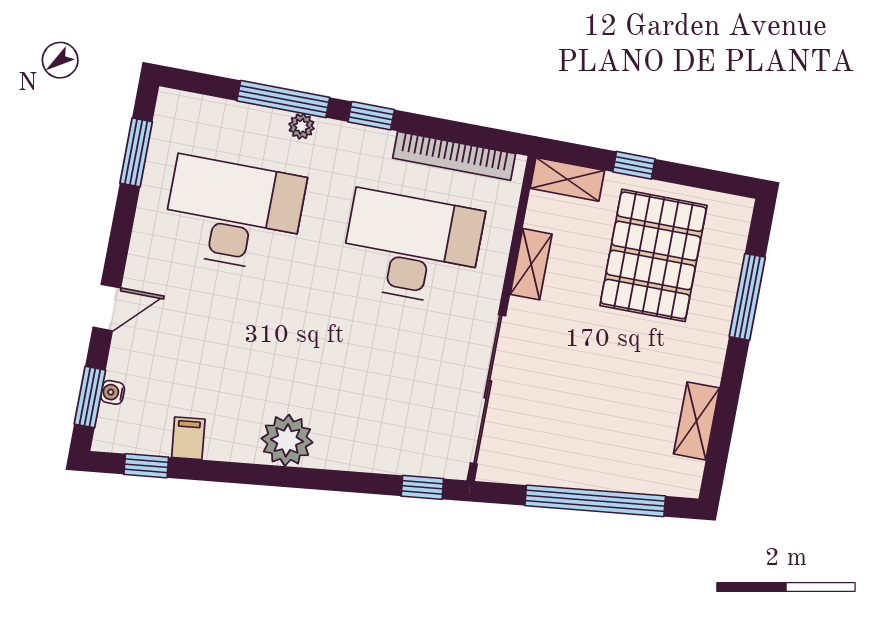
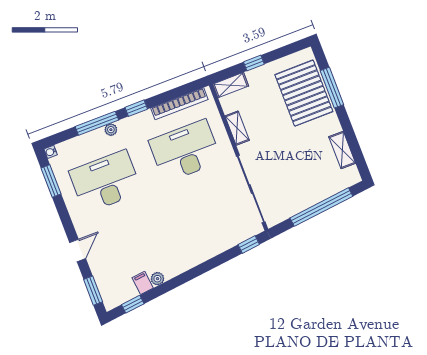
pallet: (653, 255) -> (304, 93), moved
water cooler: (113, 392) -> (51, 152), moved
plant: (287, 440) -> (157, 279), moved, width x0.53, depth x0.53

